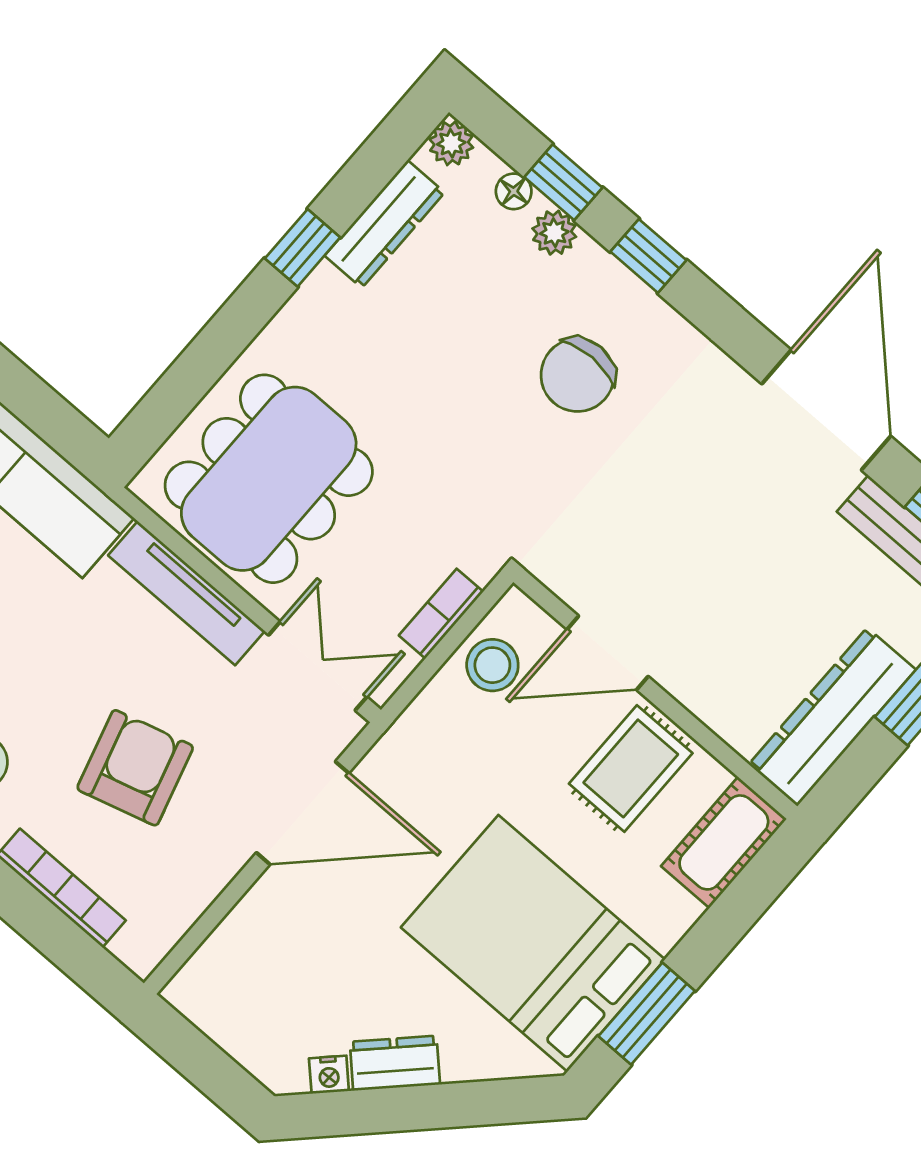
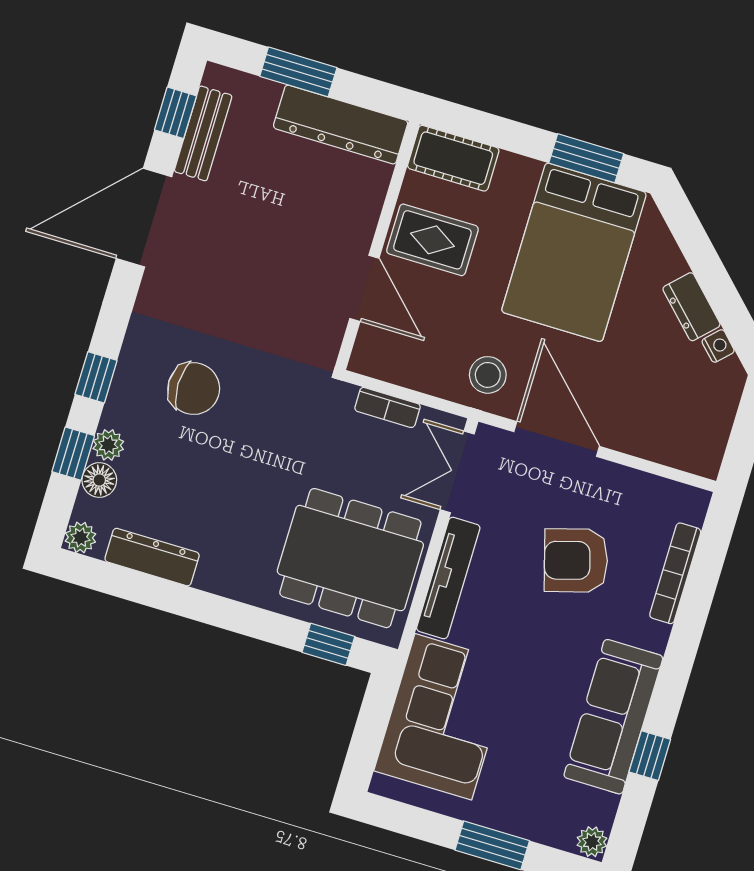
floor lamp: (514, 191) -> (99, 480), width x1.37, depth x1.37
window: (303, 248) -> (328, 644), moved
stool: (492, 665) -> (488, 375), moved

